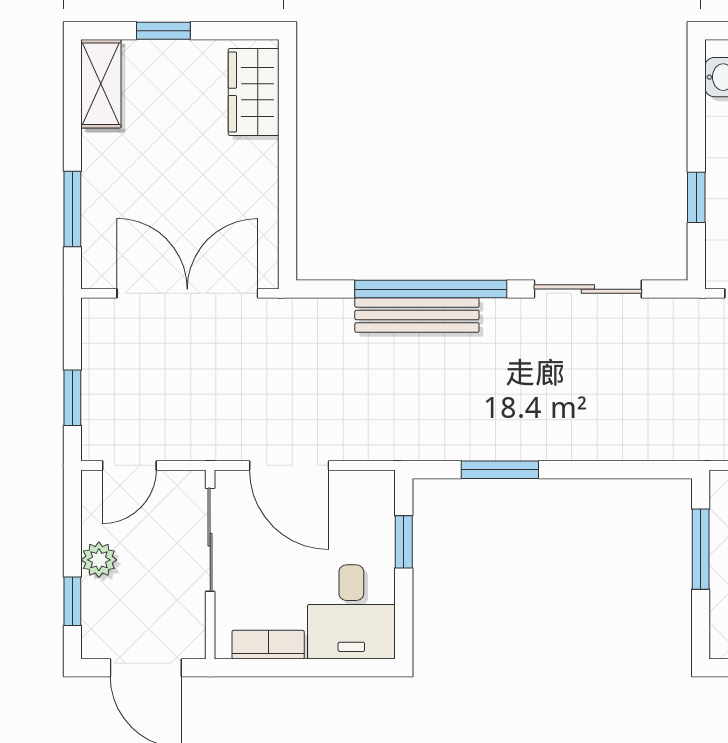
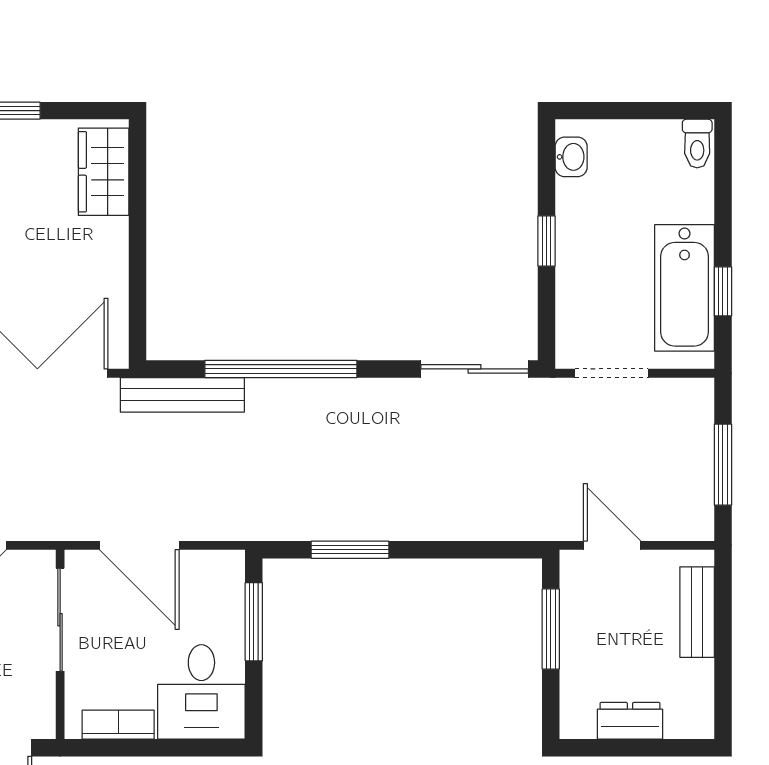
window: (696, 197) -> (546, 241), moved
sliding door: (588, 289) -> (475, 369), moved
bench: (417, 315) -> (182, 395), moved
window: (404, 542) -> (254, 622), width x1.50

